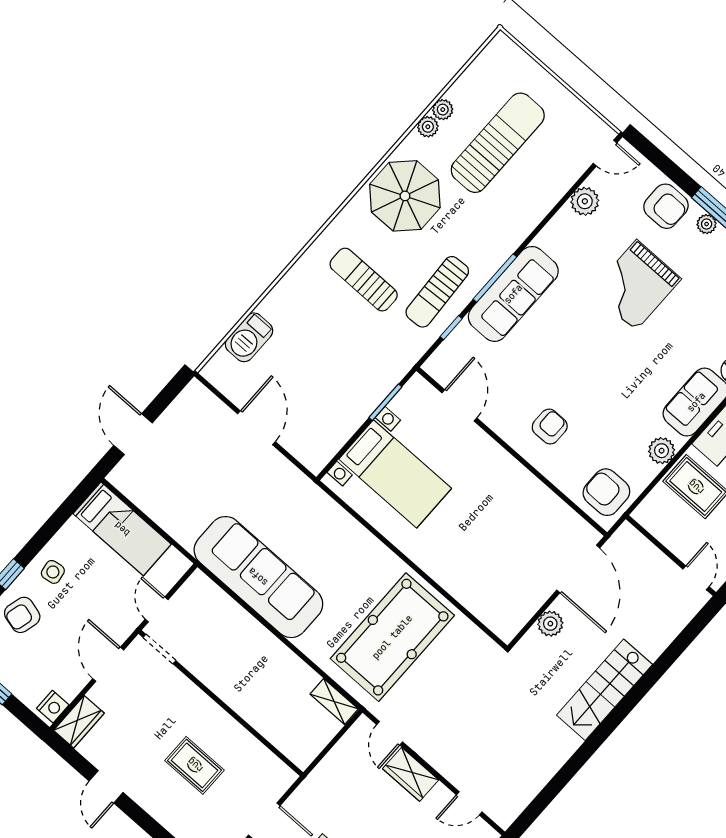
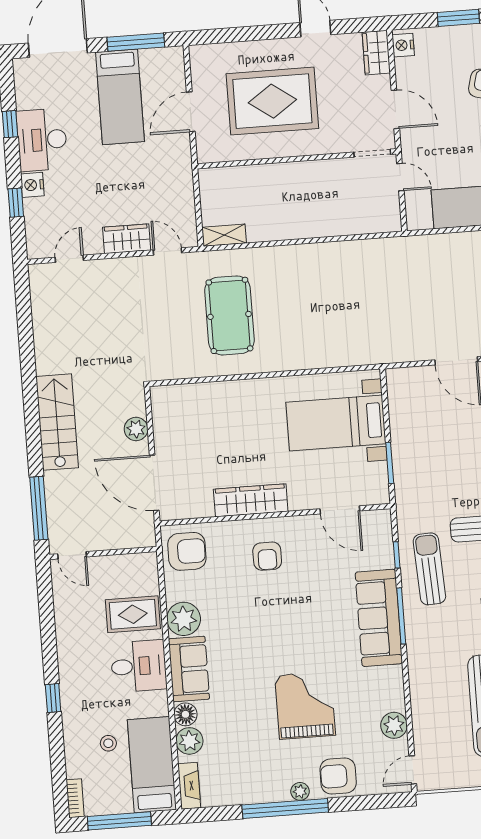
plant: (662, 451) -> (184, 619), width x1.36, depth x1.36
wardrobe: (519, 481) -> (251, 500), added
sofa: (258, 577) -> (356, 265), removed
pool table: (392, 637) -> (229, 315), width x0.73, depth x0.76
window: (685, 639) -> (39, 508), added
rug: (195, 765) -> (272, 101), width x1.86, depth x2.06

